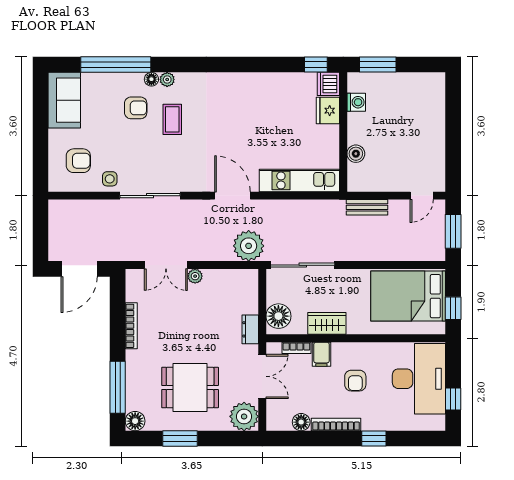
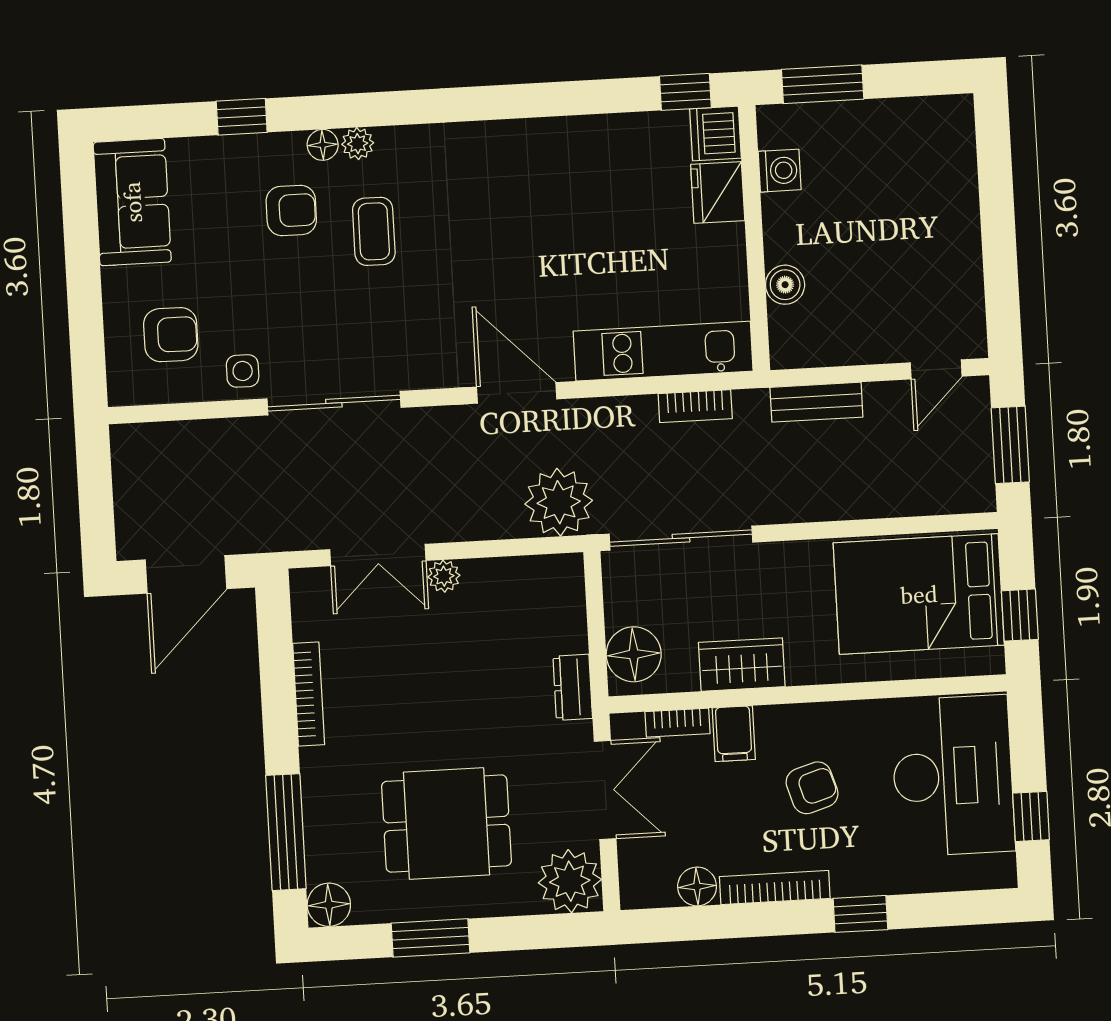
window: (116, 65) -> (242, 117), width x0.32
bookcase: (312, 206) -> (695, 406), added
armchair: (355, 381) -> (812, 788), turned -107

